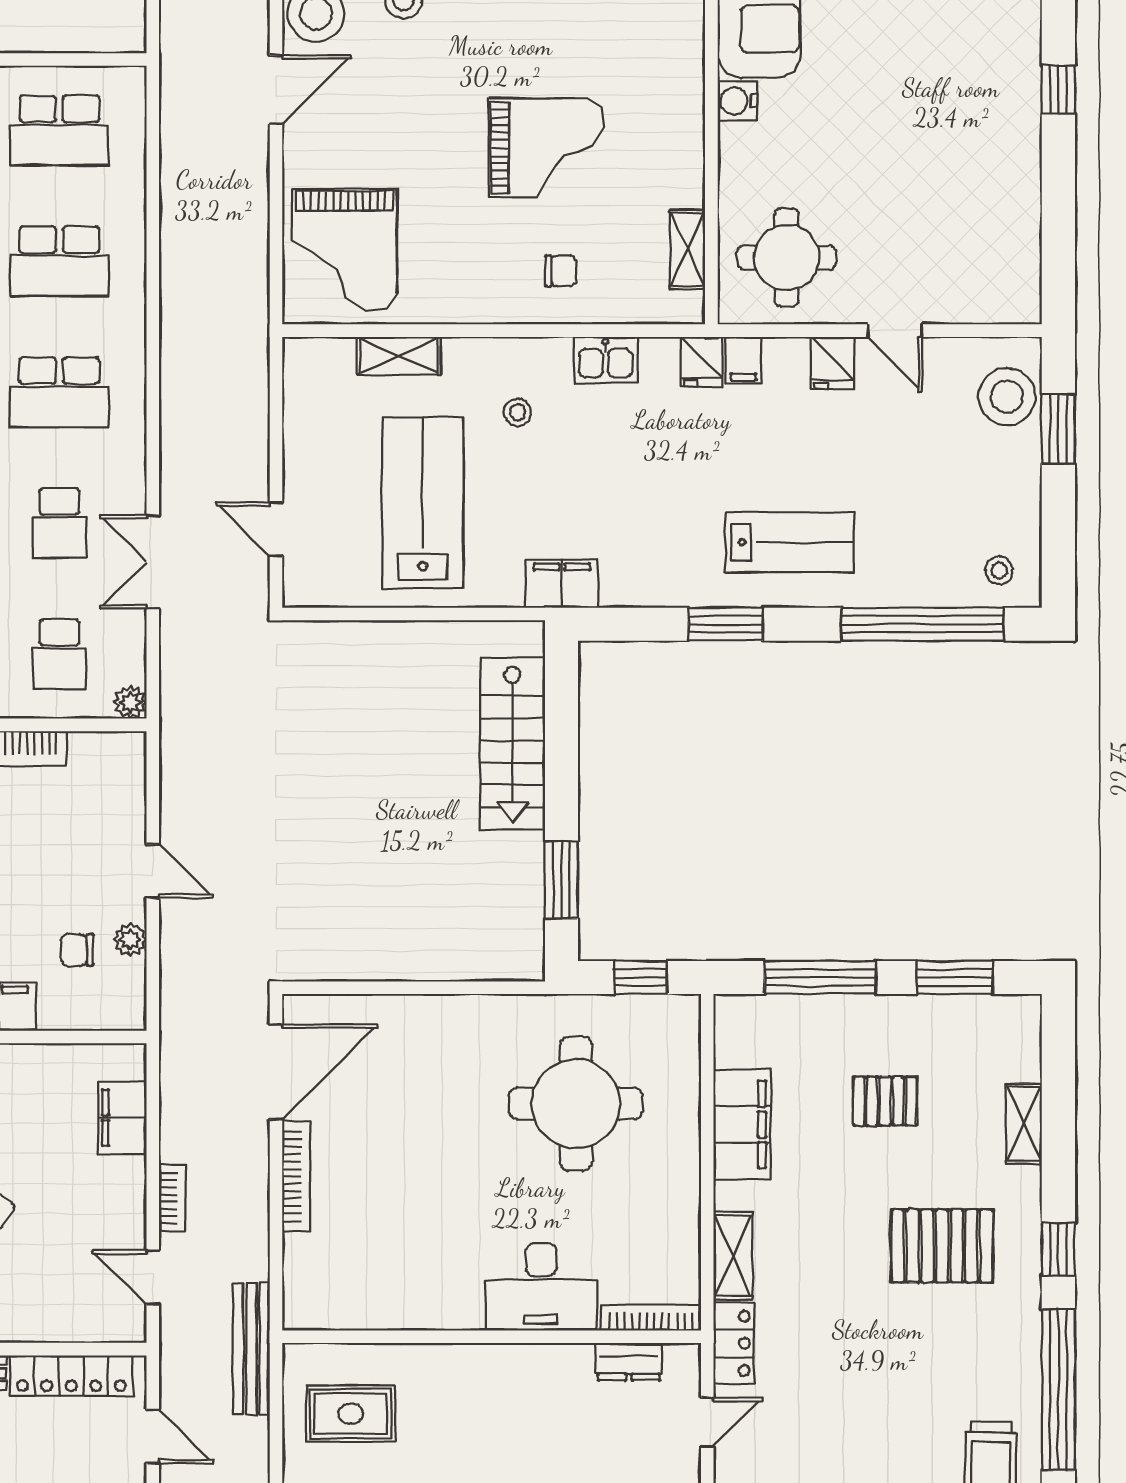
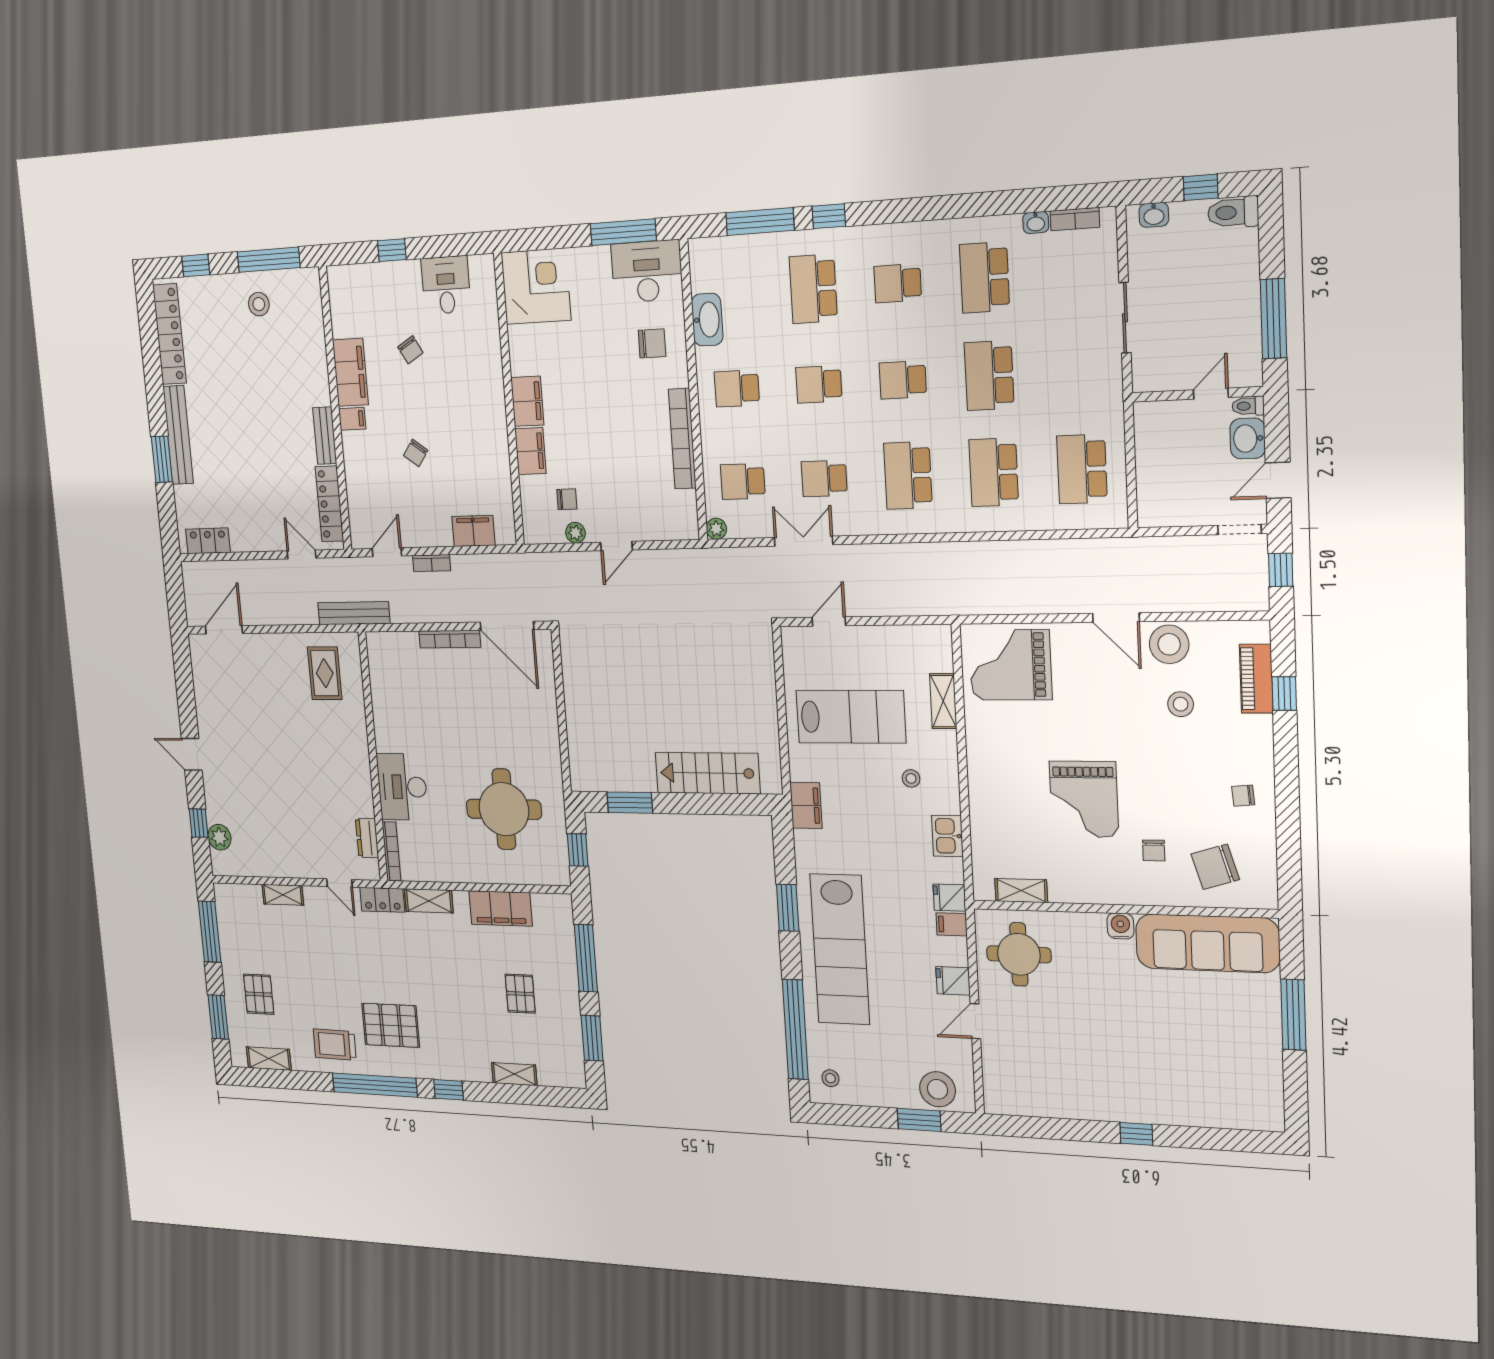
chair: (561, 271) -> (1154, 850), moved
lab bench: (789, 542) -> (840, 949), width x1.86, depth x1.39
chair: (77, 950) -> (567, 499), turned 90
pallet: (942, 1246) -> (391, 1025), moved, turned 90
door: (153, 1436) -> (302, 554), swing flipped

